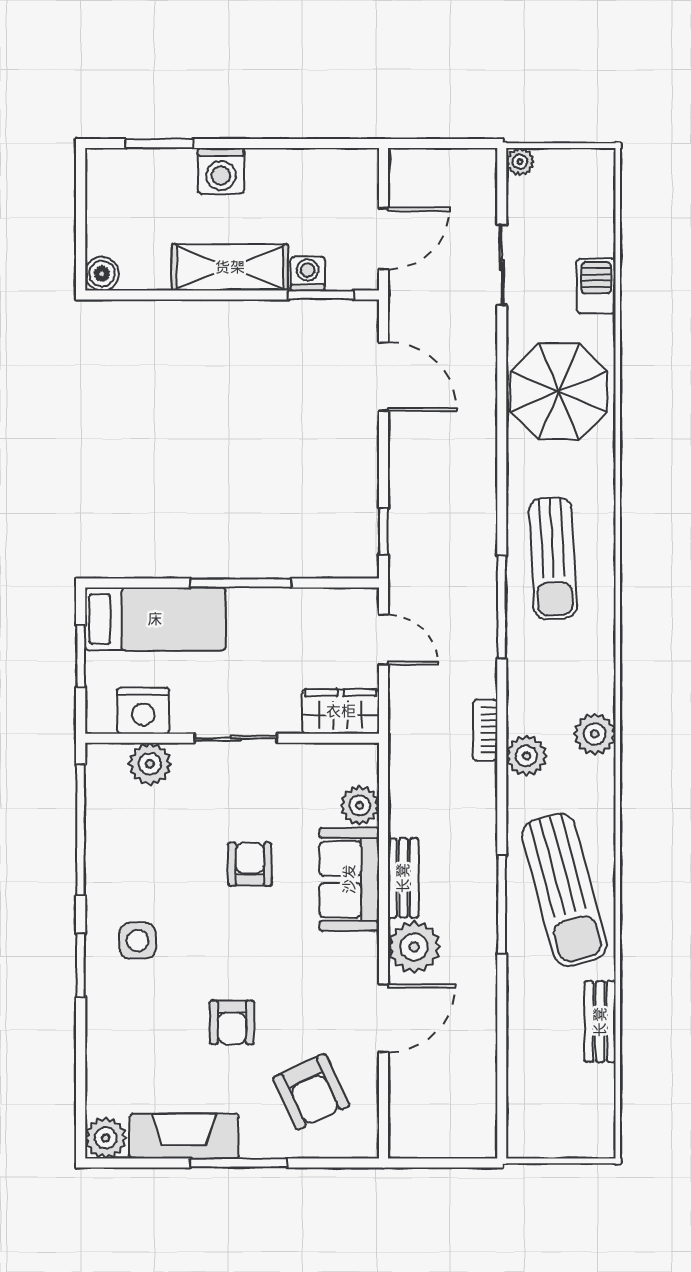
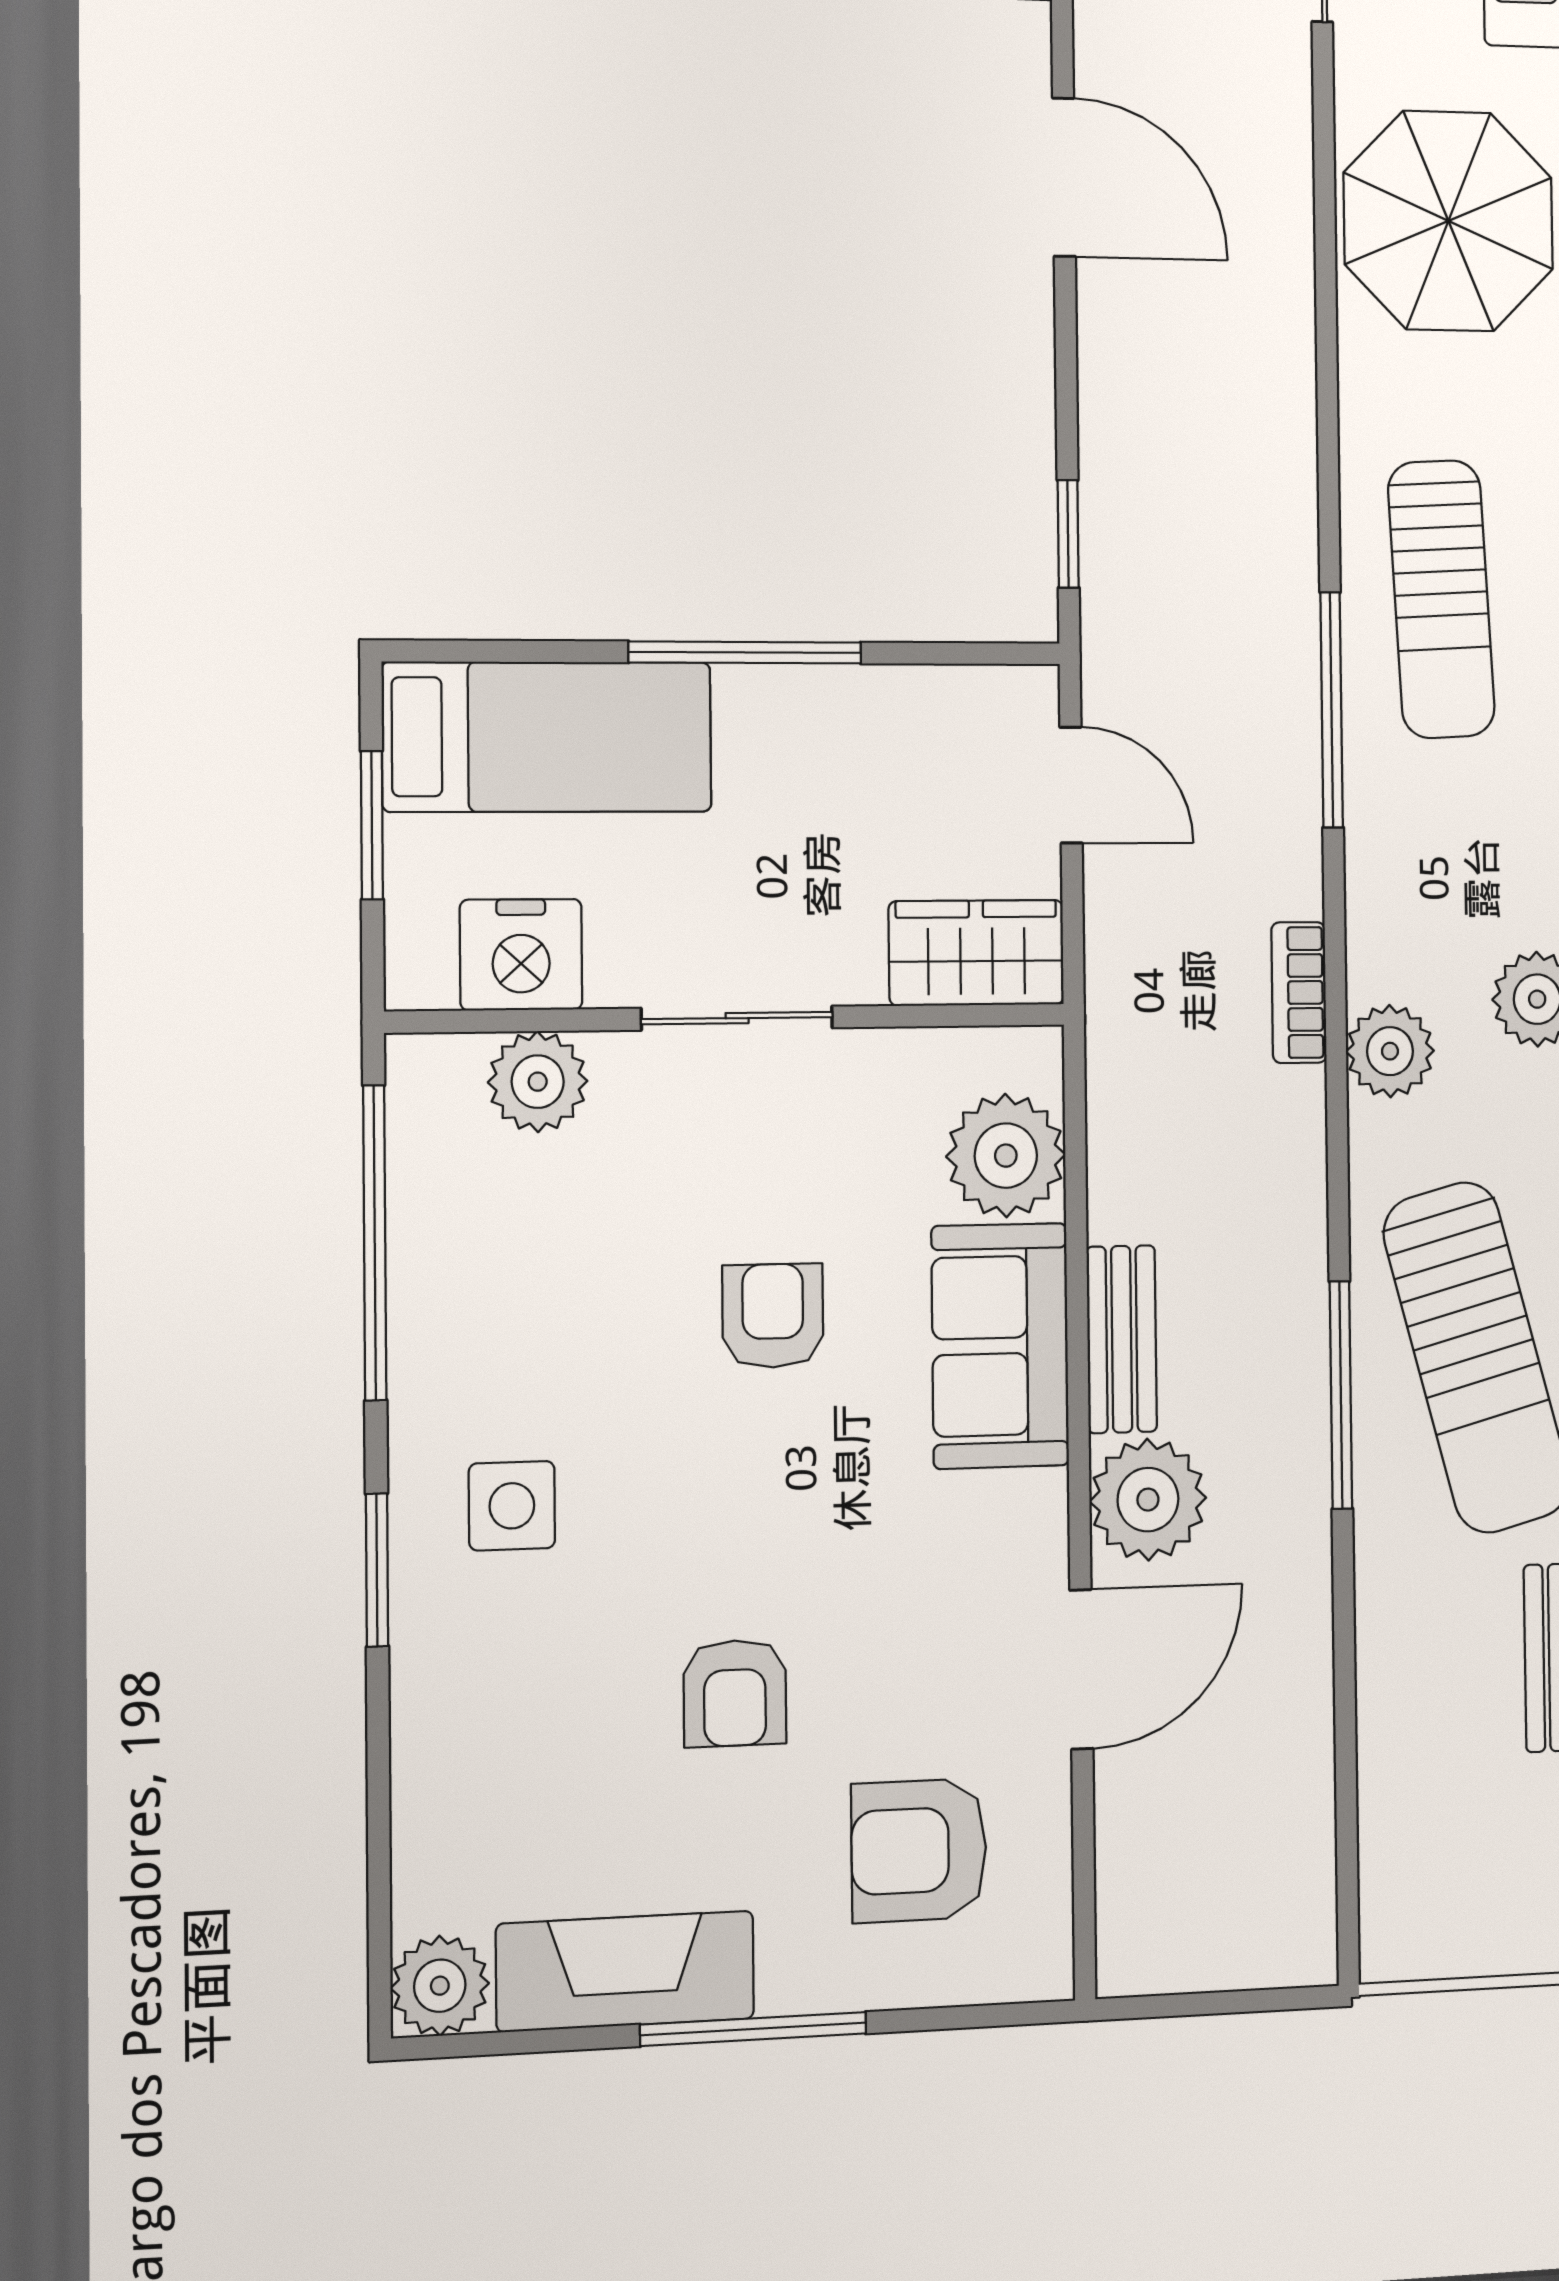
plant: (360, 805) -> (1006, 1156), width x1.36, depth x1.36
armchair: (311, 1092) -> (919, 1850), turned 115

